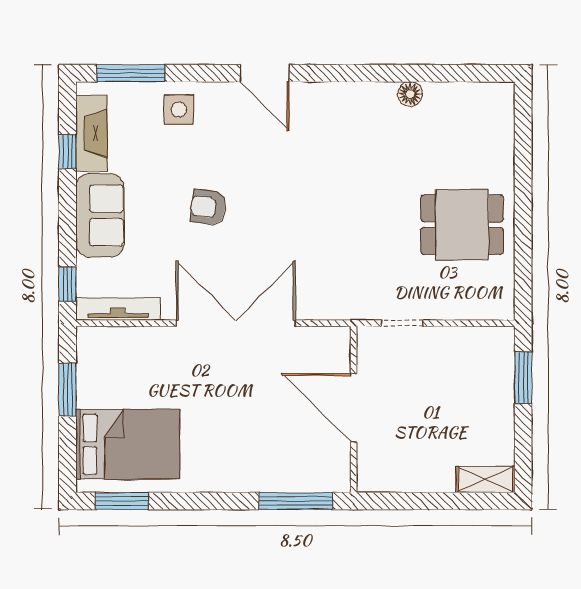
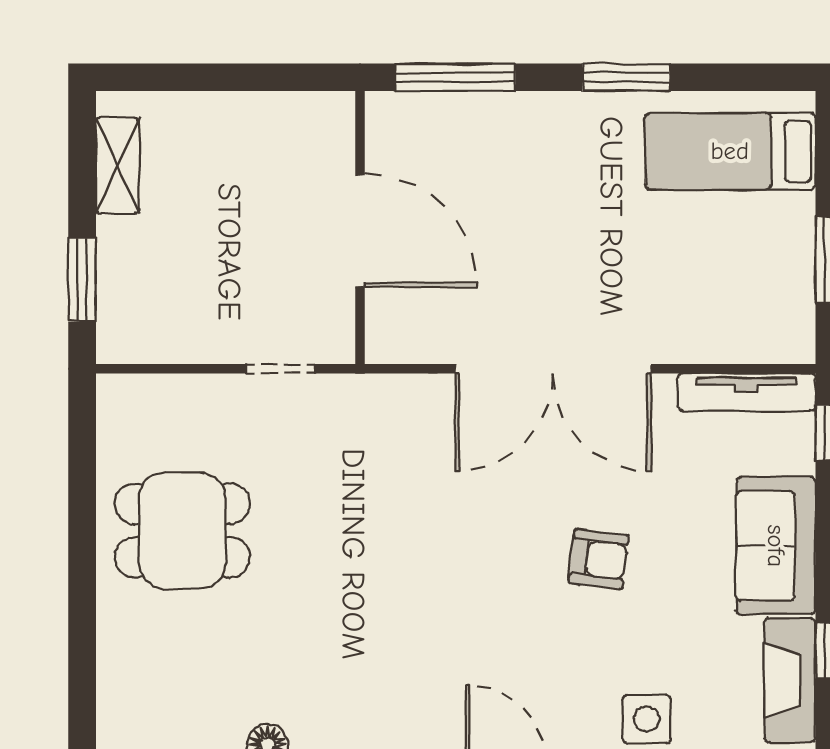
bed: (128, 444) -> (730, 151), width x0.67
shelving: (485, 479) -> (117, 166), moved, turned 90
window: (122, 501) -> (626, 77), moved

